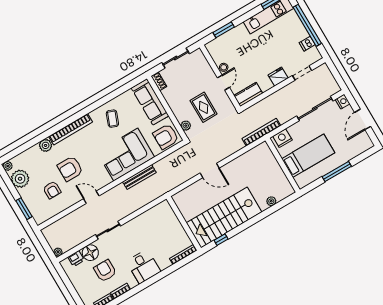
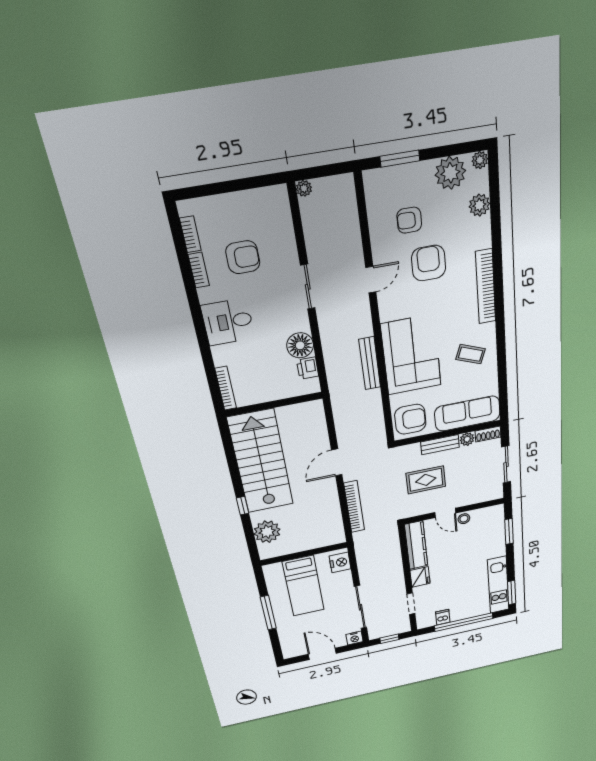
window: (337, 75) -> (389, 639), added
kitchen counter: (248, 94) -> (416, 545), width x1.50
bench: (176, 110) -> (440, 445), added
plant: (186, 126) -> (467, 439), moved
bookcase: (261, 132) -> (354, 507), moved
armchair: (166, 137) -> (410, 419), turned 90
plant: (46, 145) -> (479, 205), moved
plant: (271, 201) -> (267, 532), width x1.88, depth x1.88
window: (221, 240) -> (243, 506), moved
floor lamp: (90, 253) -> (300, 345), moved
printer: (76, 259) -> (308, 368), moved

